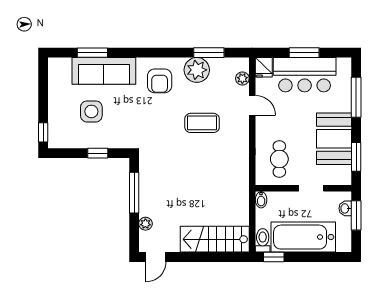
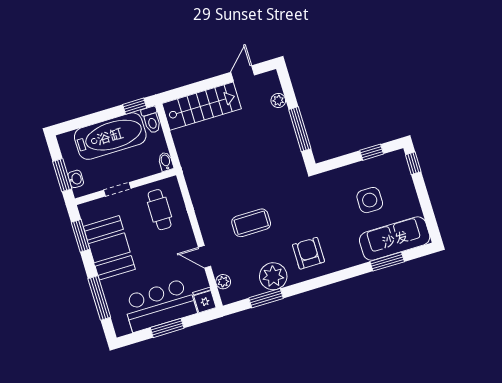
sofa: (104, 71) -> (395, 239), moved
window: (98, 153) -> (372, 152), moved
door: (156, 257) -> (243, 74), moved

